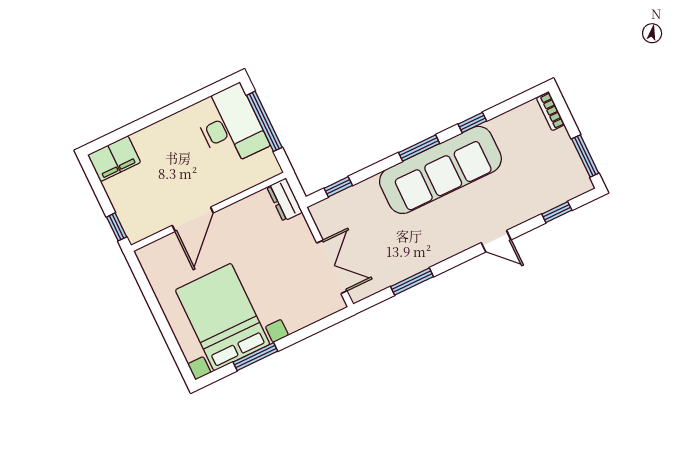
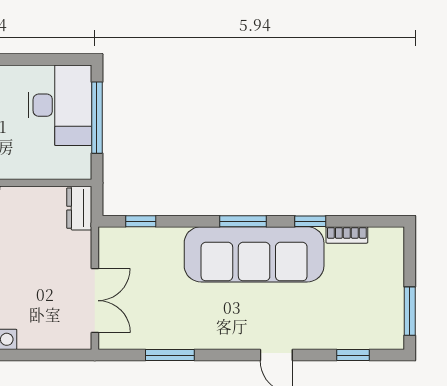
bookcase: (550, 111) -> (347, 235), moved, turned -90

